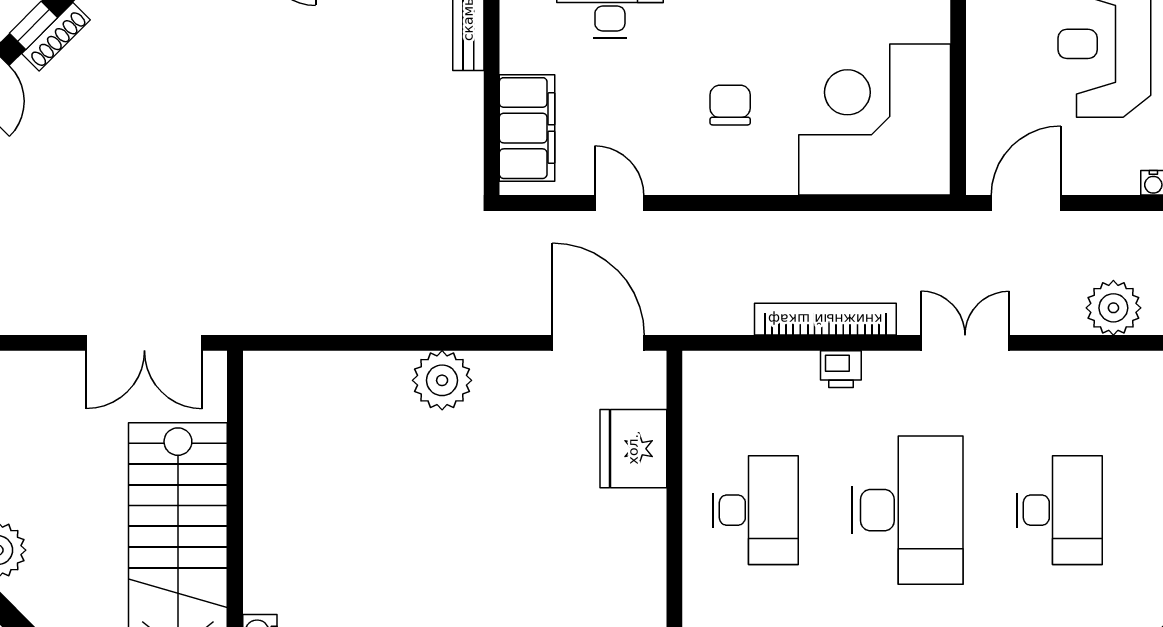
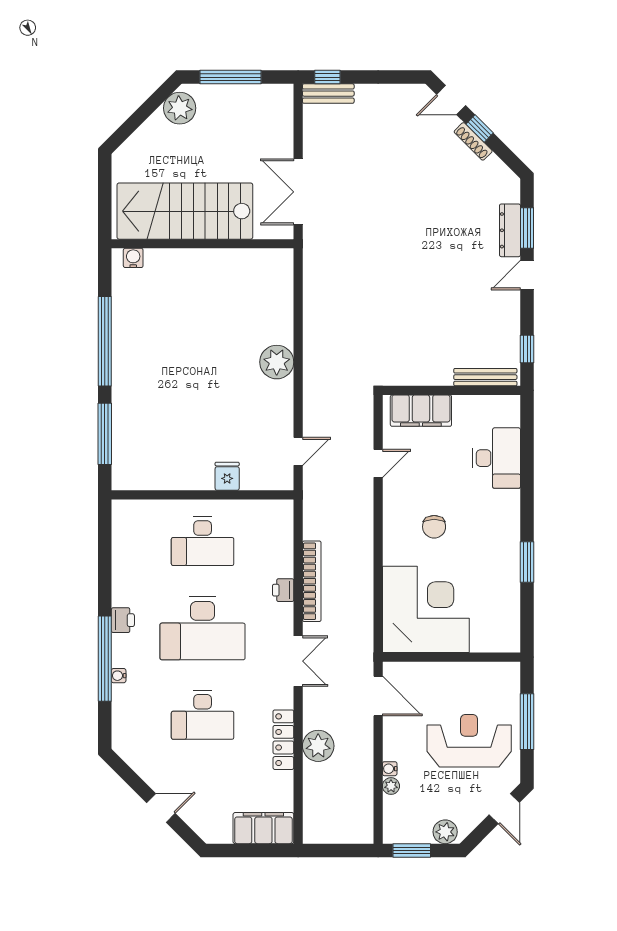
chair: (730, 105) -> (434, 527), turned 90
door: (598, 343) -> (298, 451), width x0.53
locker: (1103, 369) -> (283, 740), added
fridge: (633, 449) -> (227, 476), width x0.53, depth x0.75

